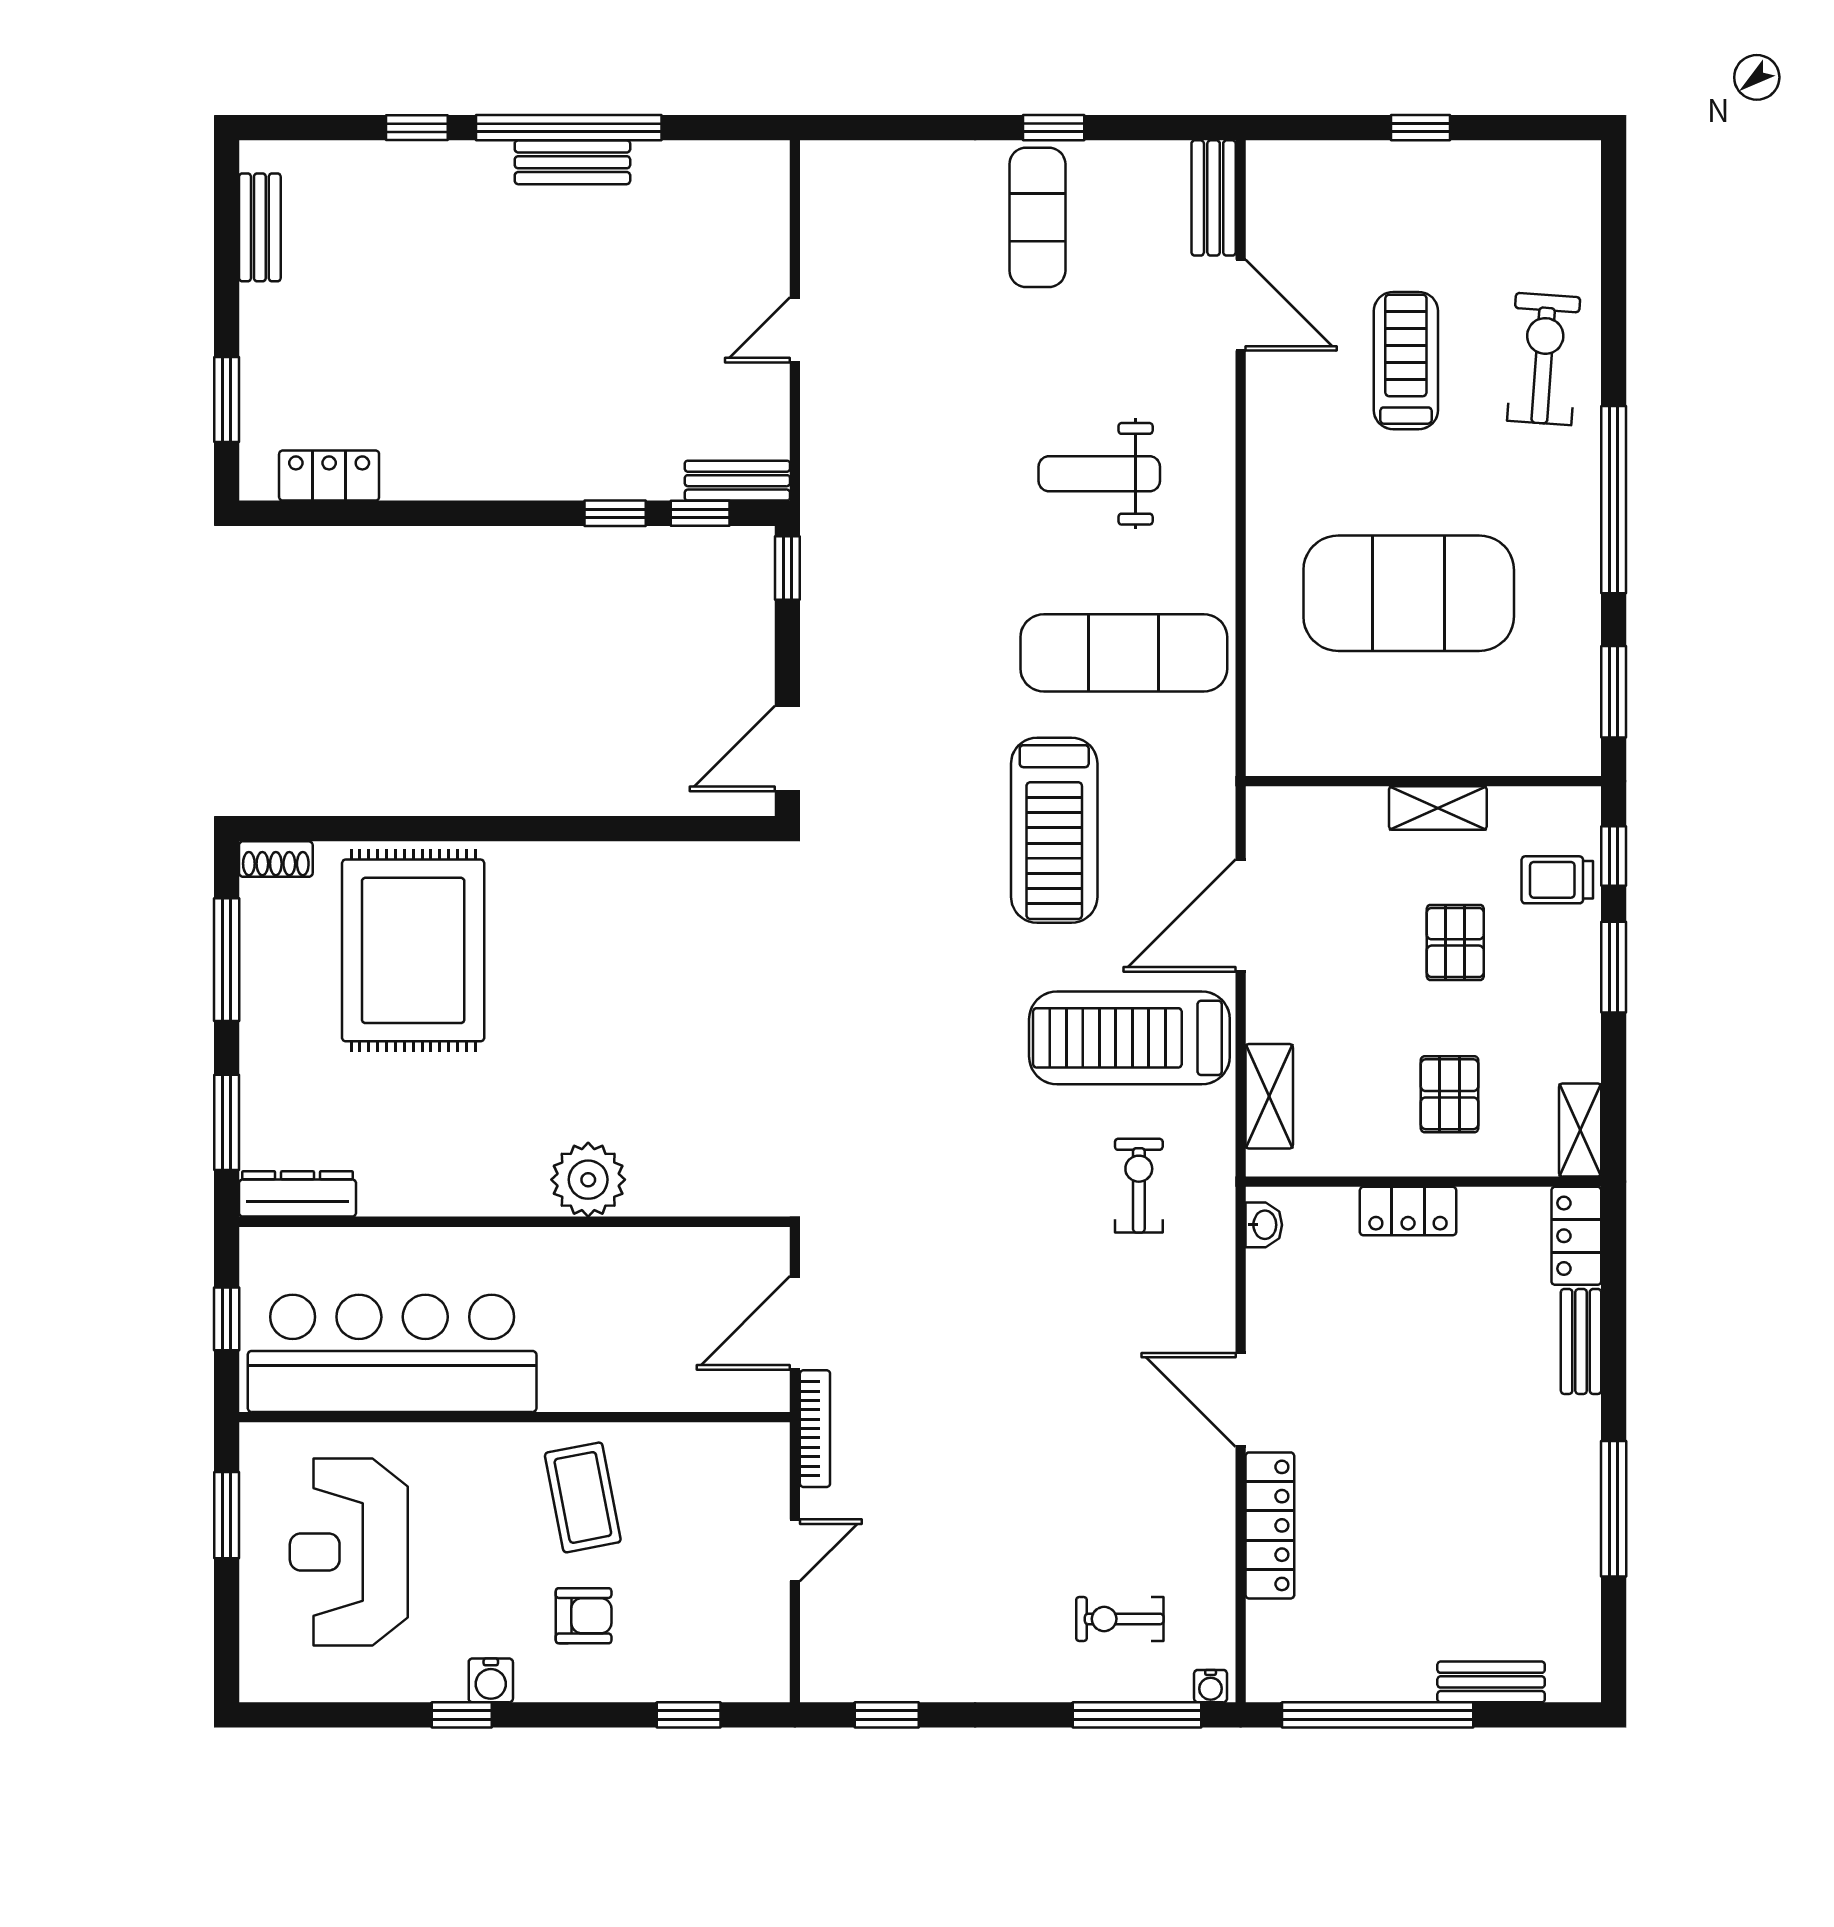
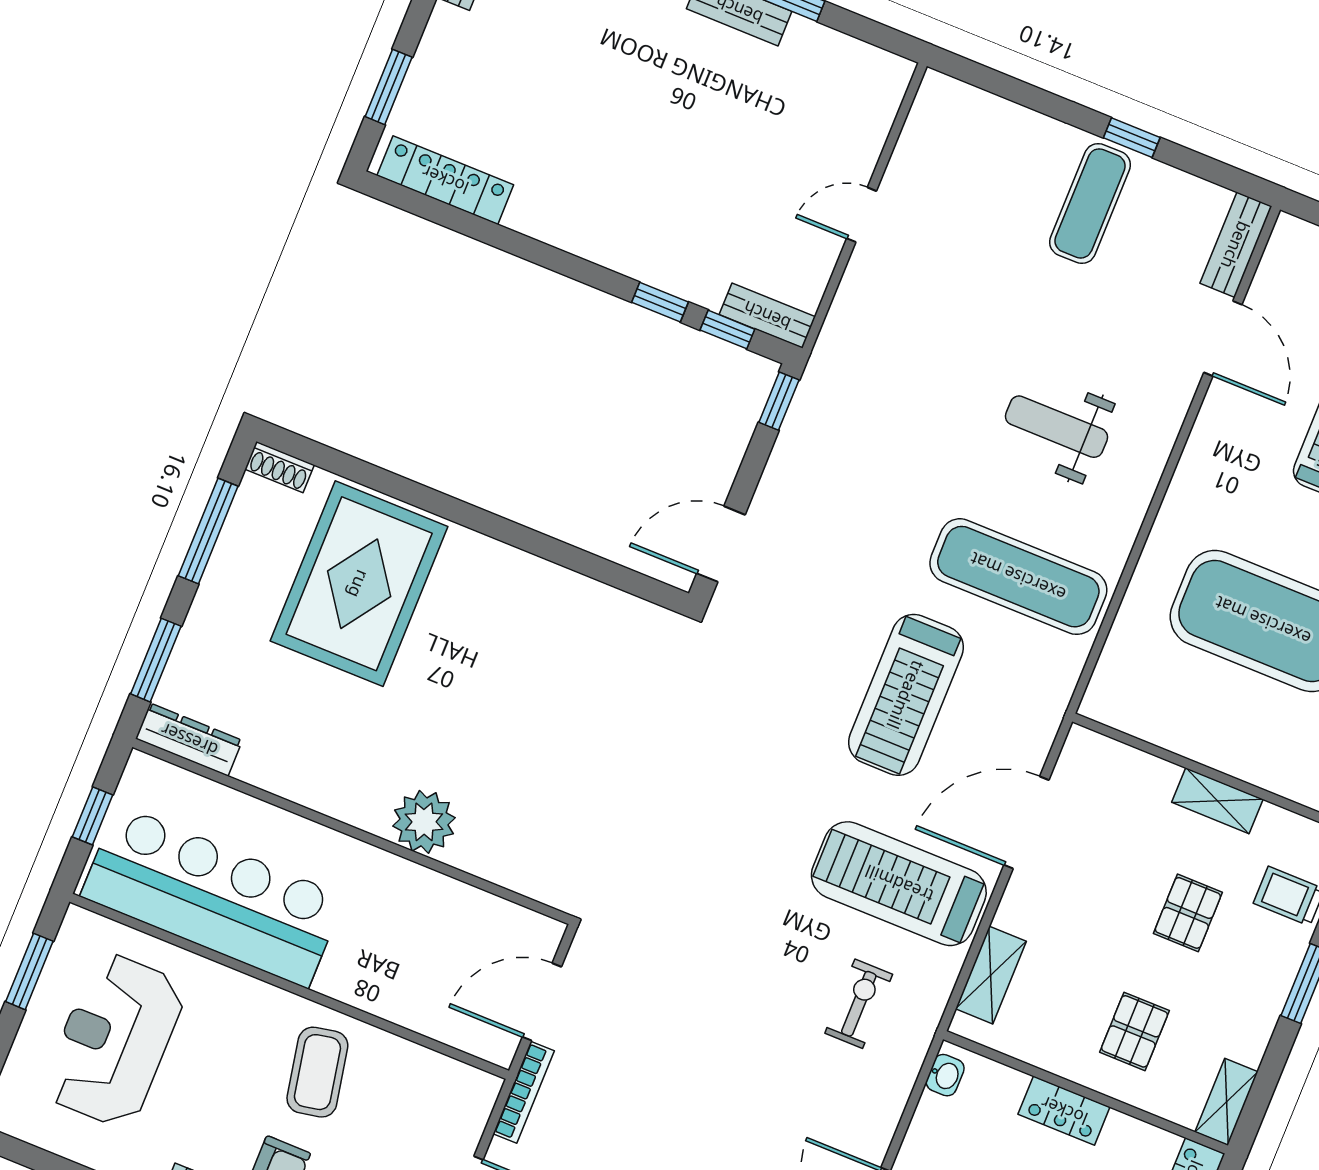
locker: (329, 476) -> (445, 180), width x1.53

